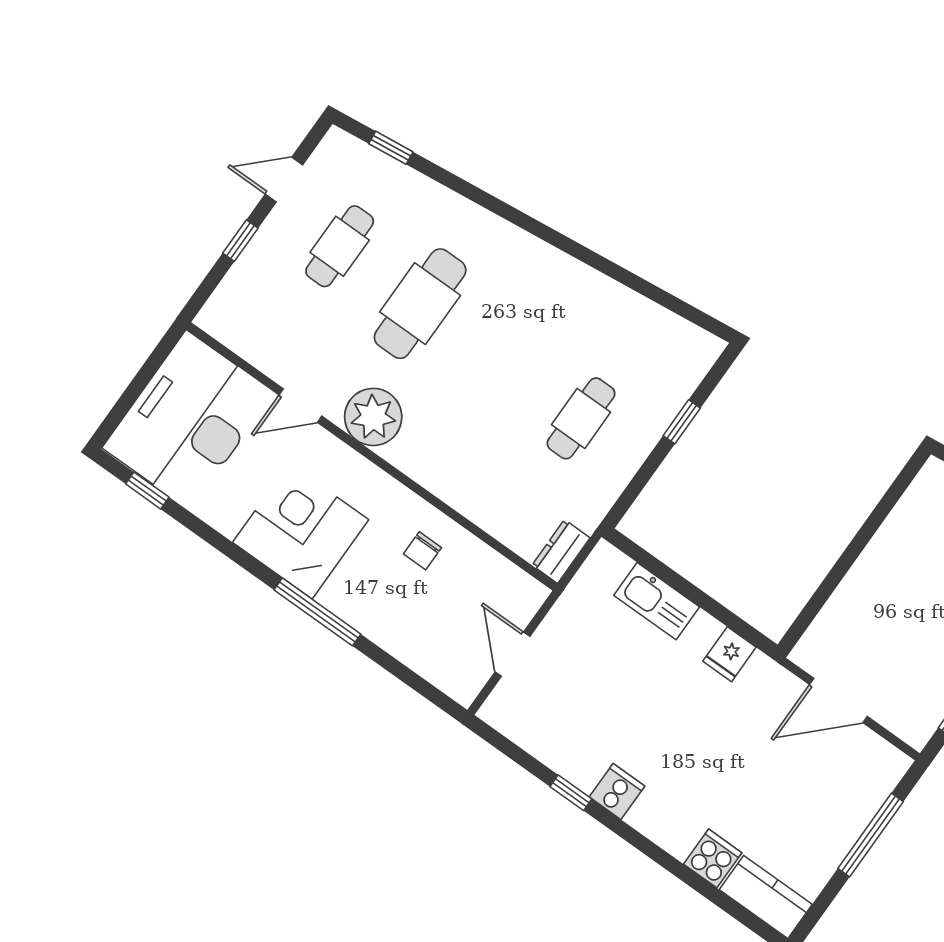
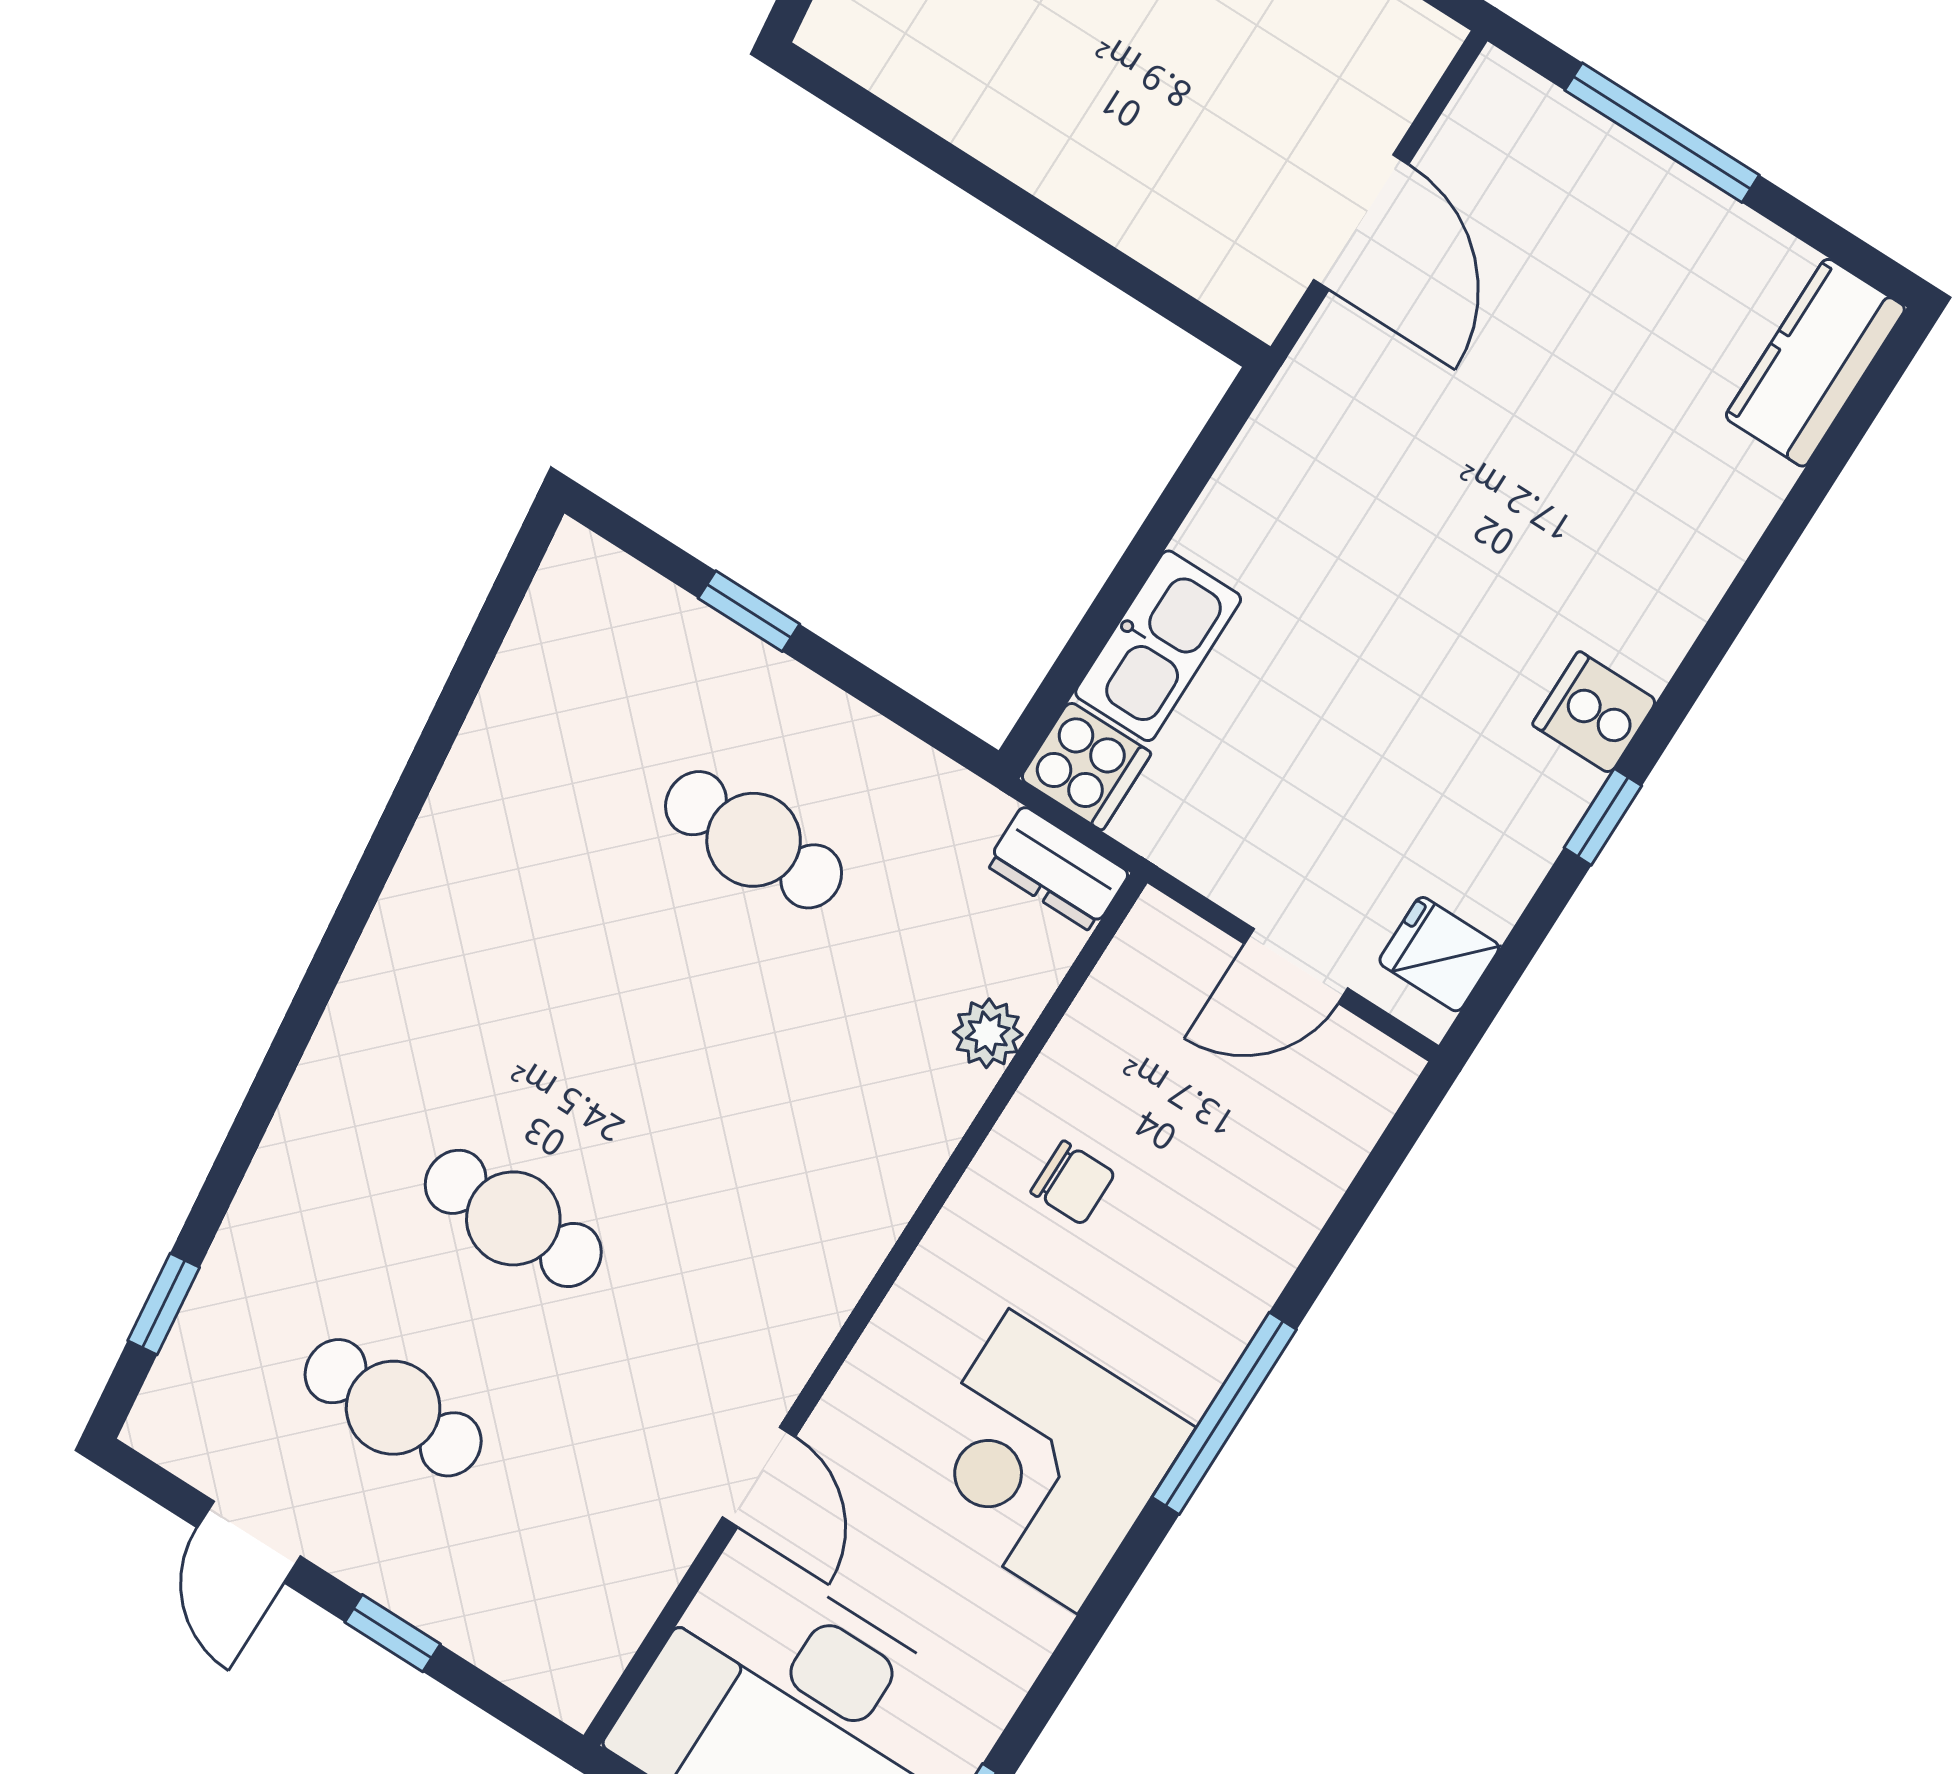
cafe table: (420, 304) -> (513, 1218), width x0.73, depth x0.74
plant: (373, 417) -> (988, 1033), moved, width x0.53, depth x0.53
fridge: (729, 654) -> (1439, 954), moved, turned 180
cooker: (713, 858) -> (1086, 766), moved, turned 180

